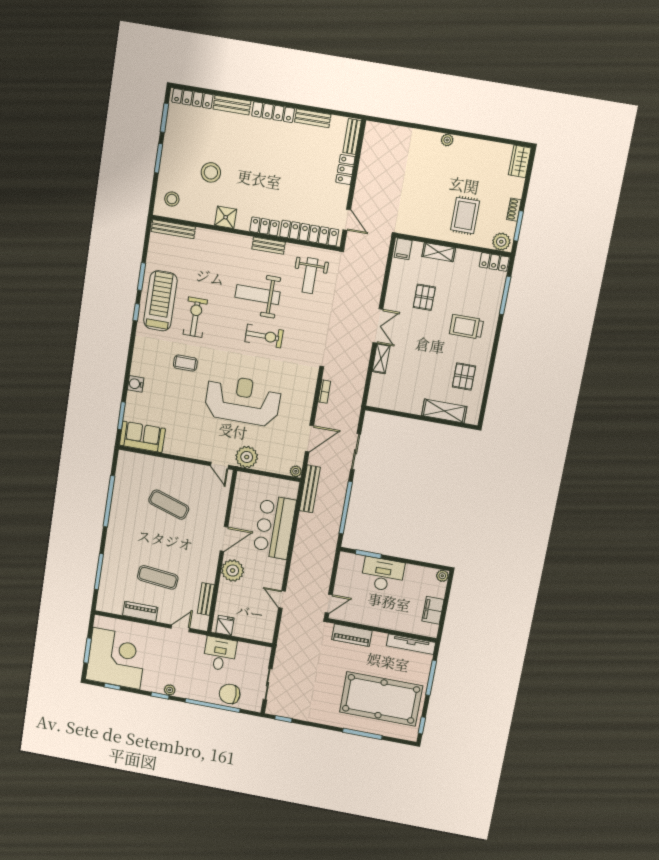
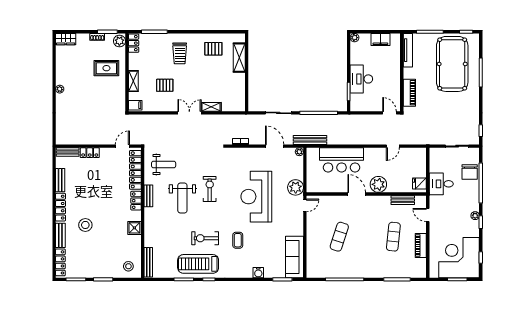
stool: (211, 172) -> (85, 225), moved
sofa: (142, 437) -> (295, 257), width x1.36

